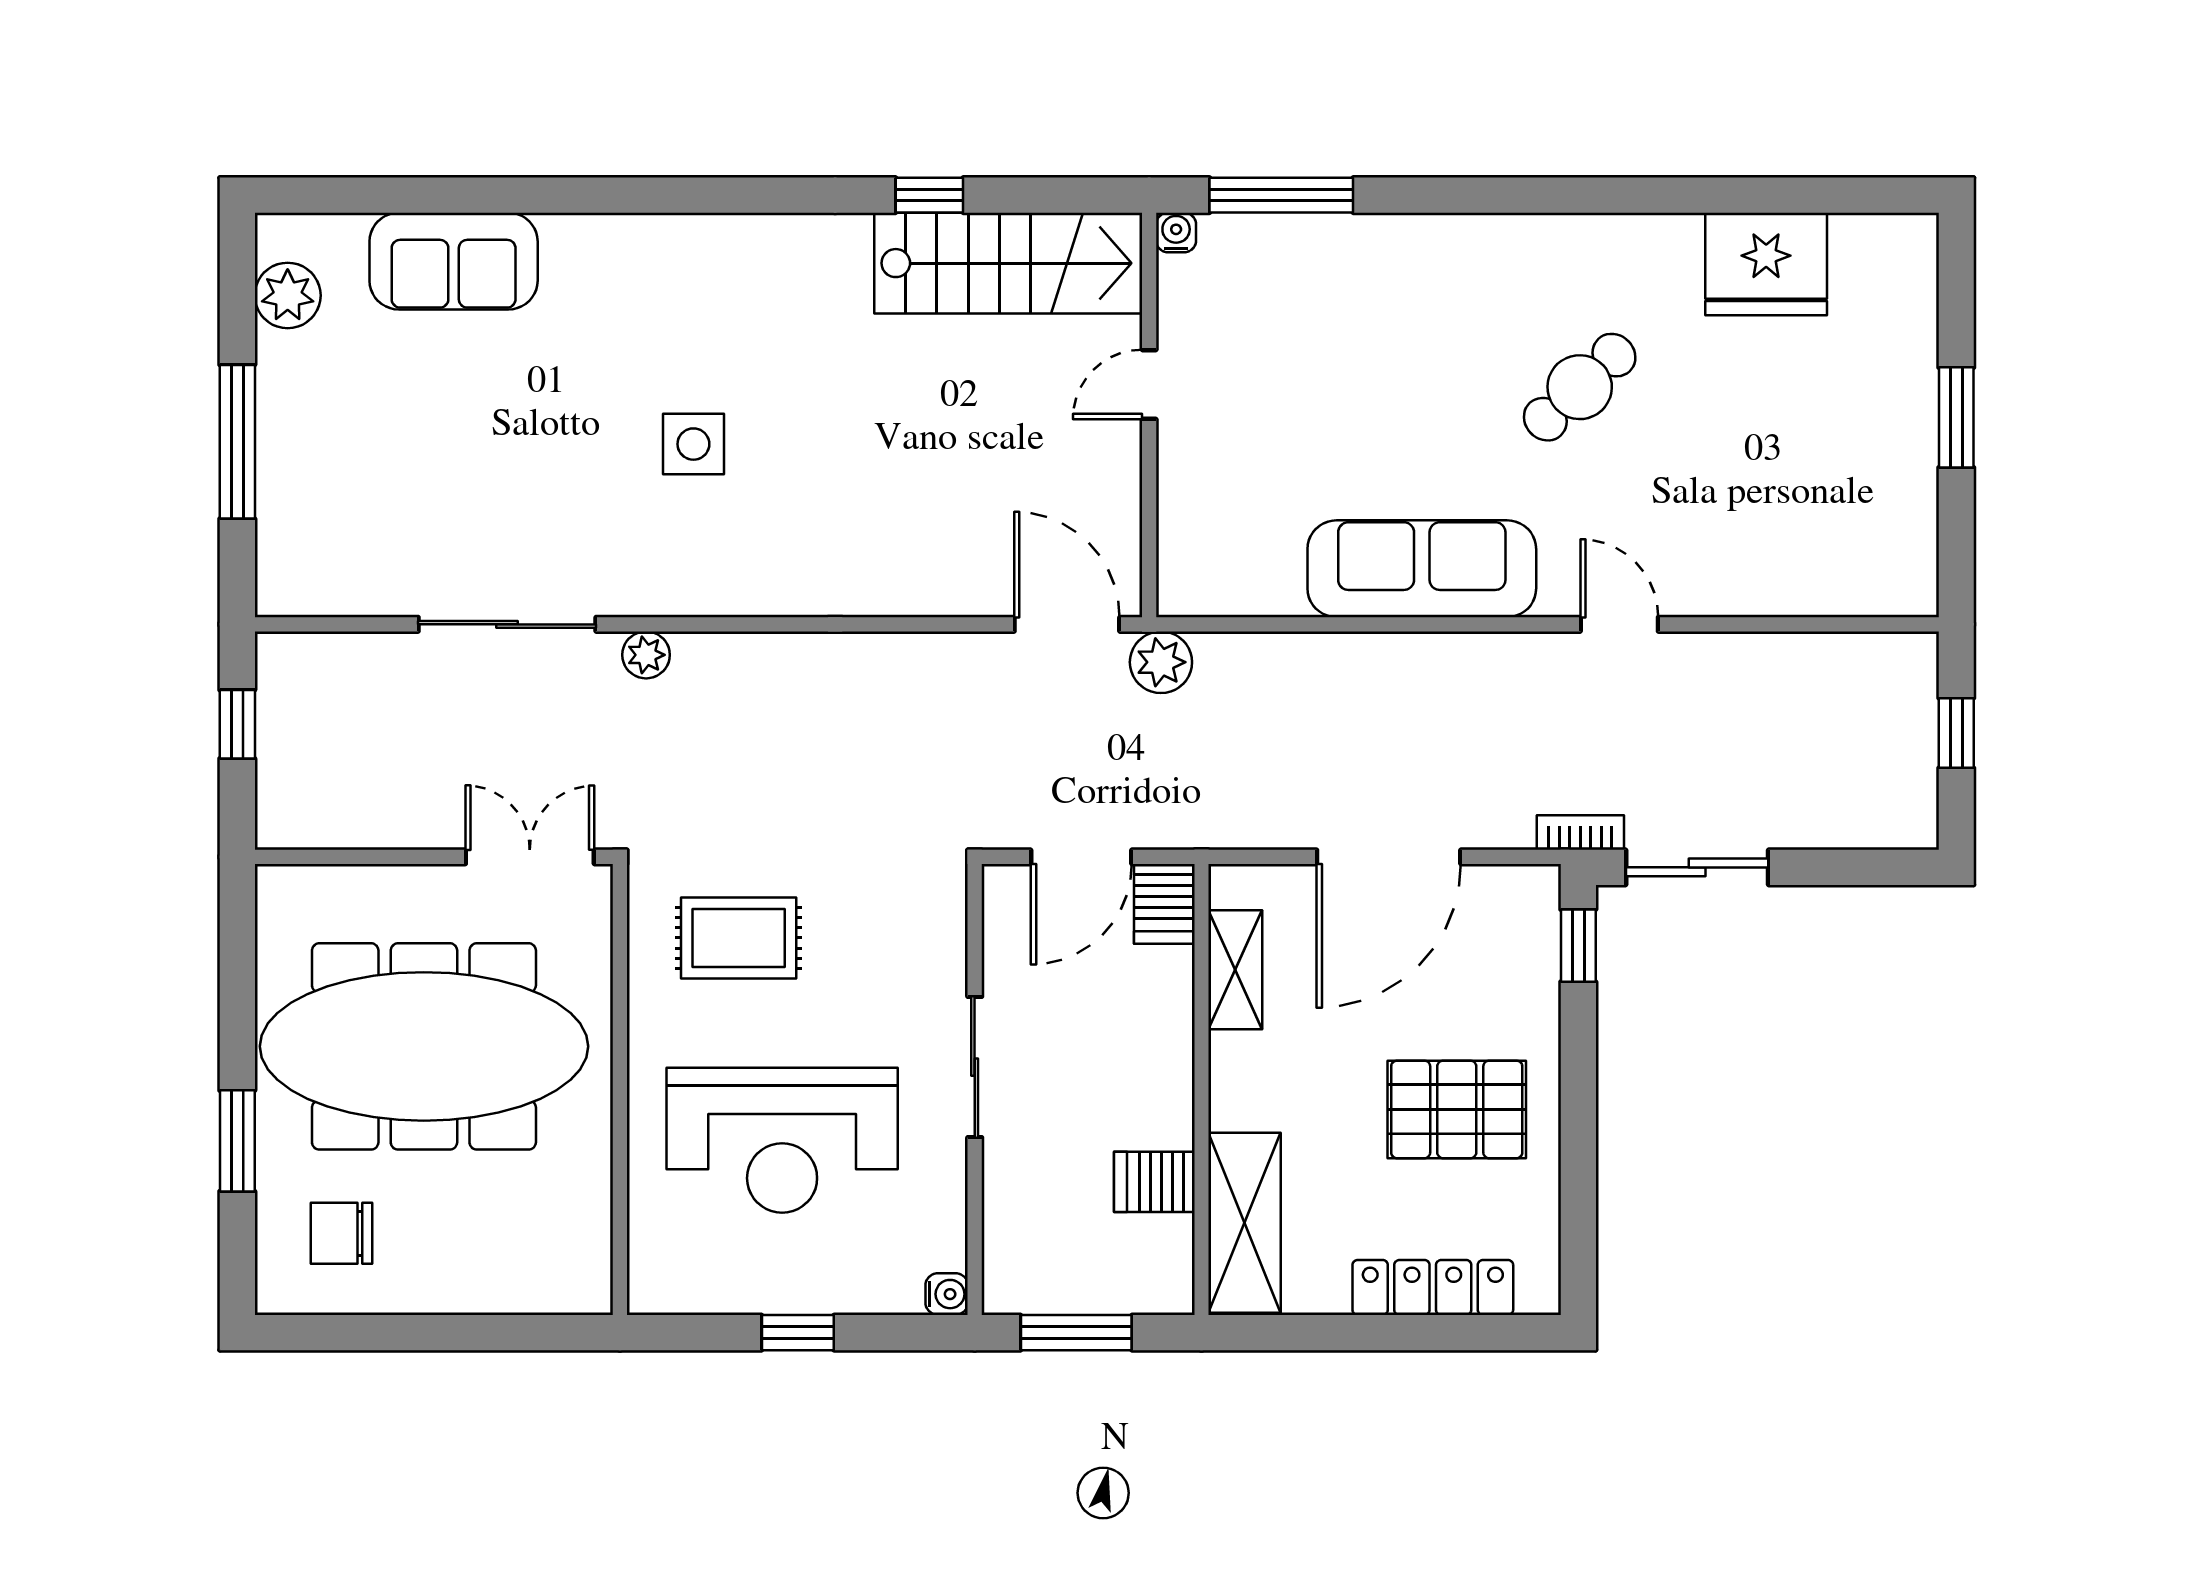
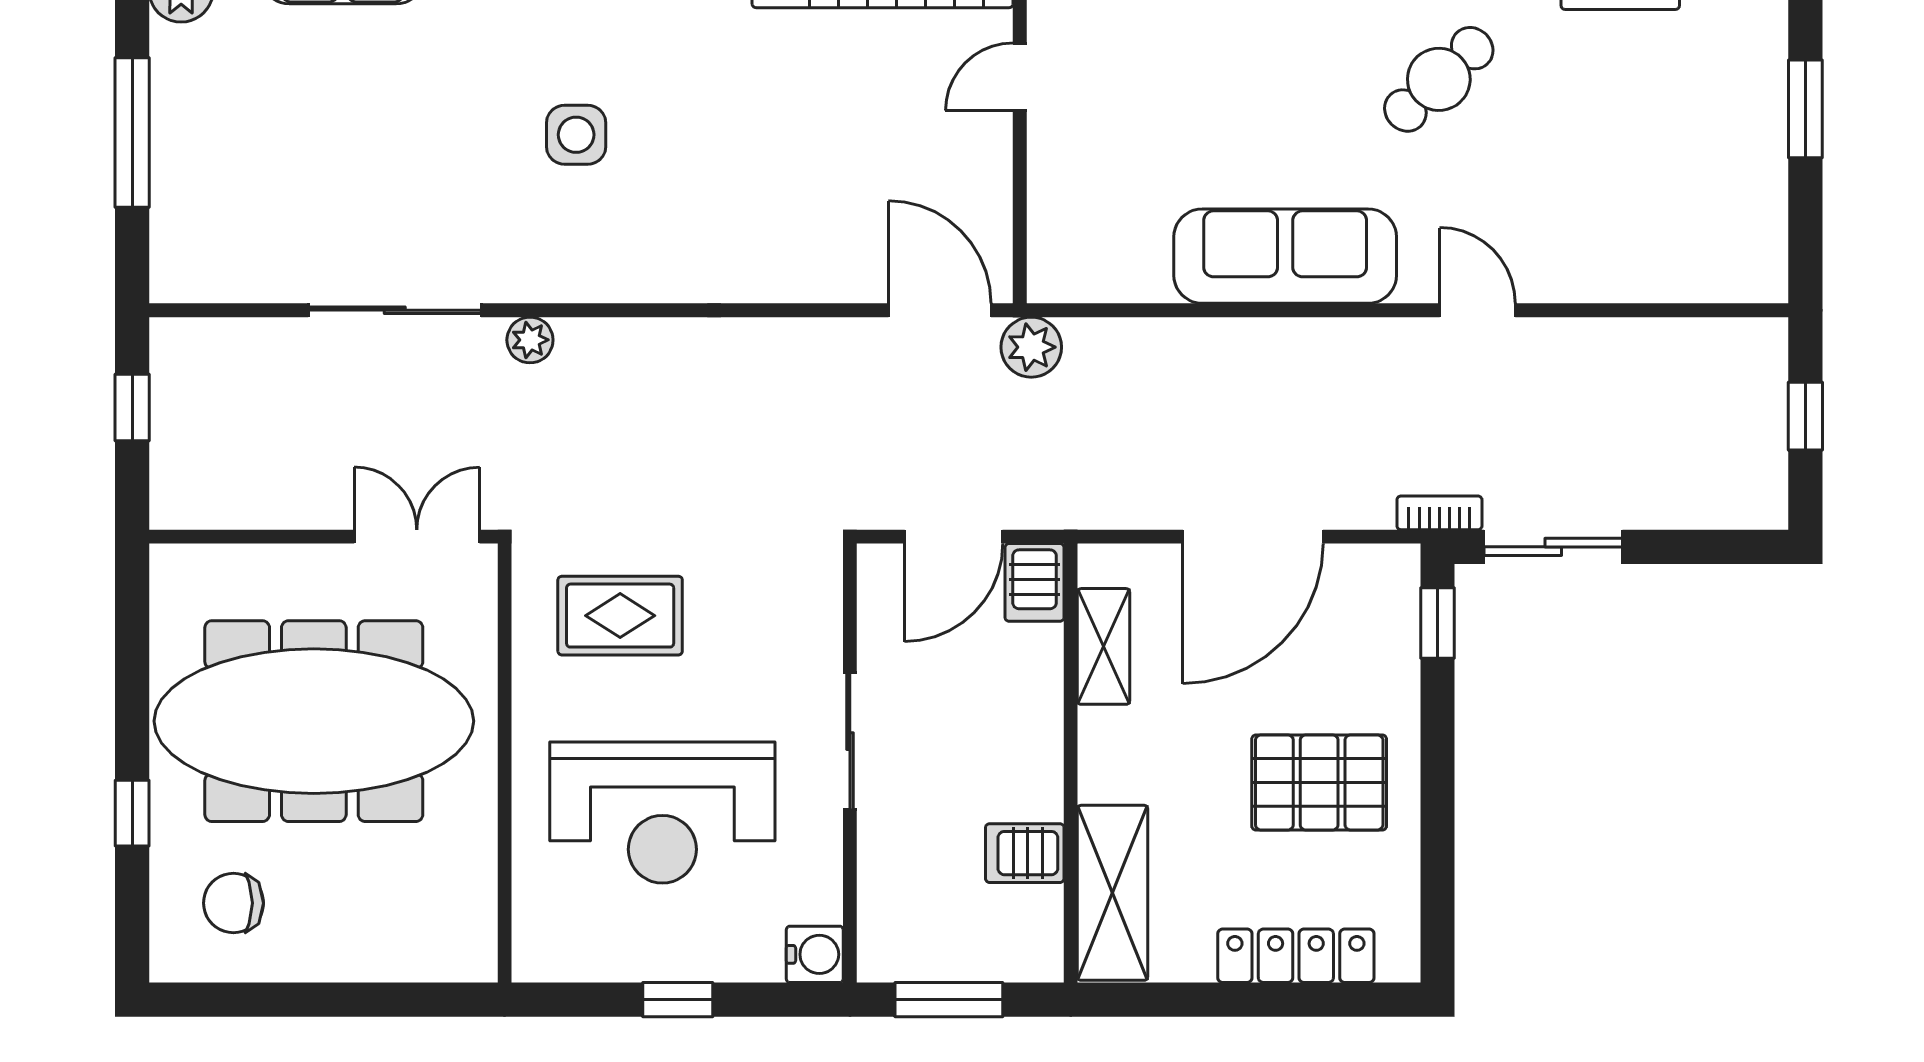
window: (237, 1141) -> (132, 813), width x0.67
water cooler: (947, 1294) -> (815, 954), width x1.38, depth x1.38

